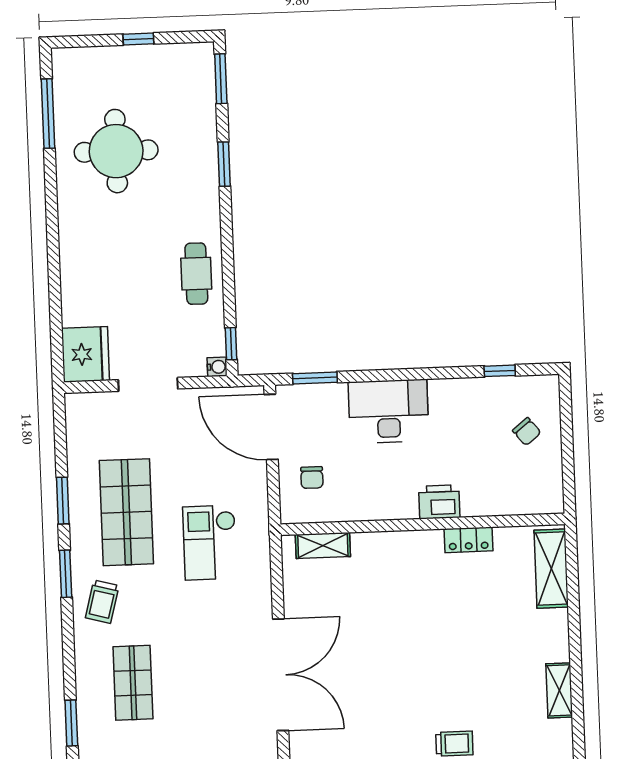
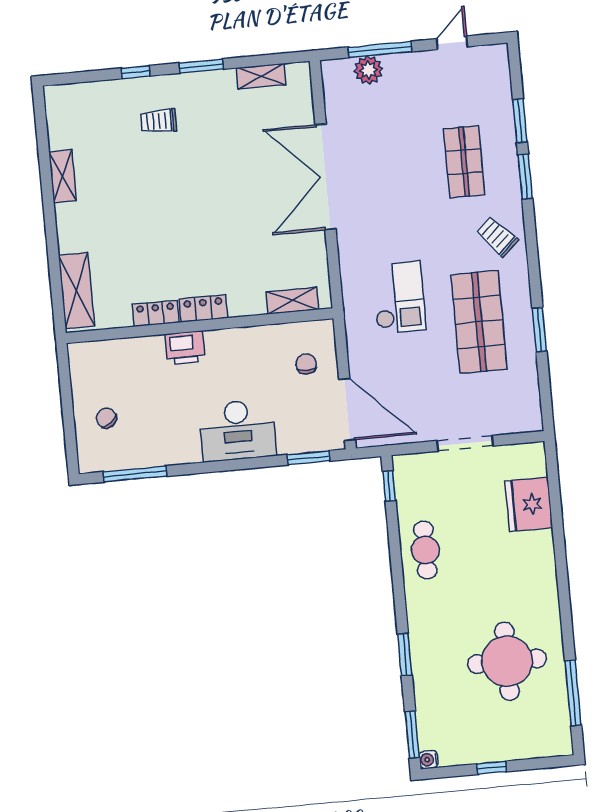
fridge: (85, 354) -> (529, 504), moved
water cooler: (217, 367) -> (429, 760), moved
window: (500, 371) -> (135, 474), width x2.17
locker: (418, 542) -> (203, 308), added
window: (66, 574) -> (525, 177), moved
trolley: (102, 602) -> (497, 237), turned -58

